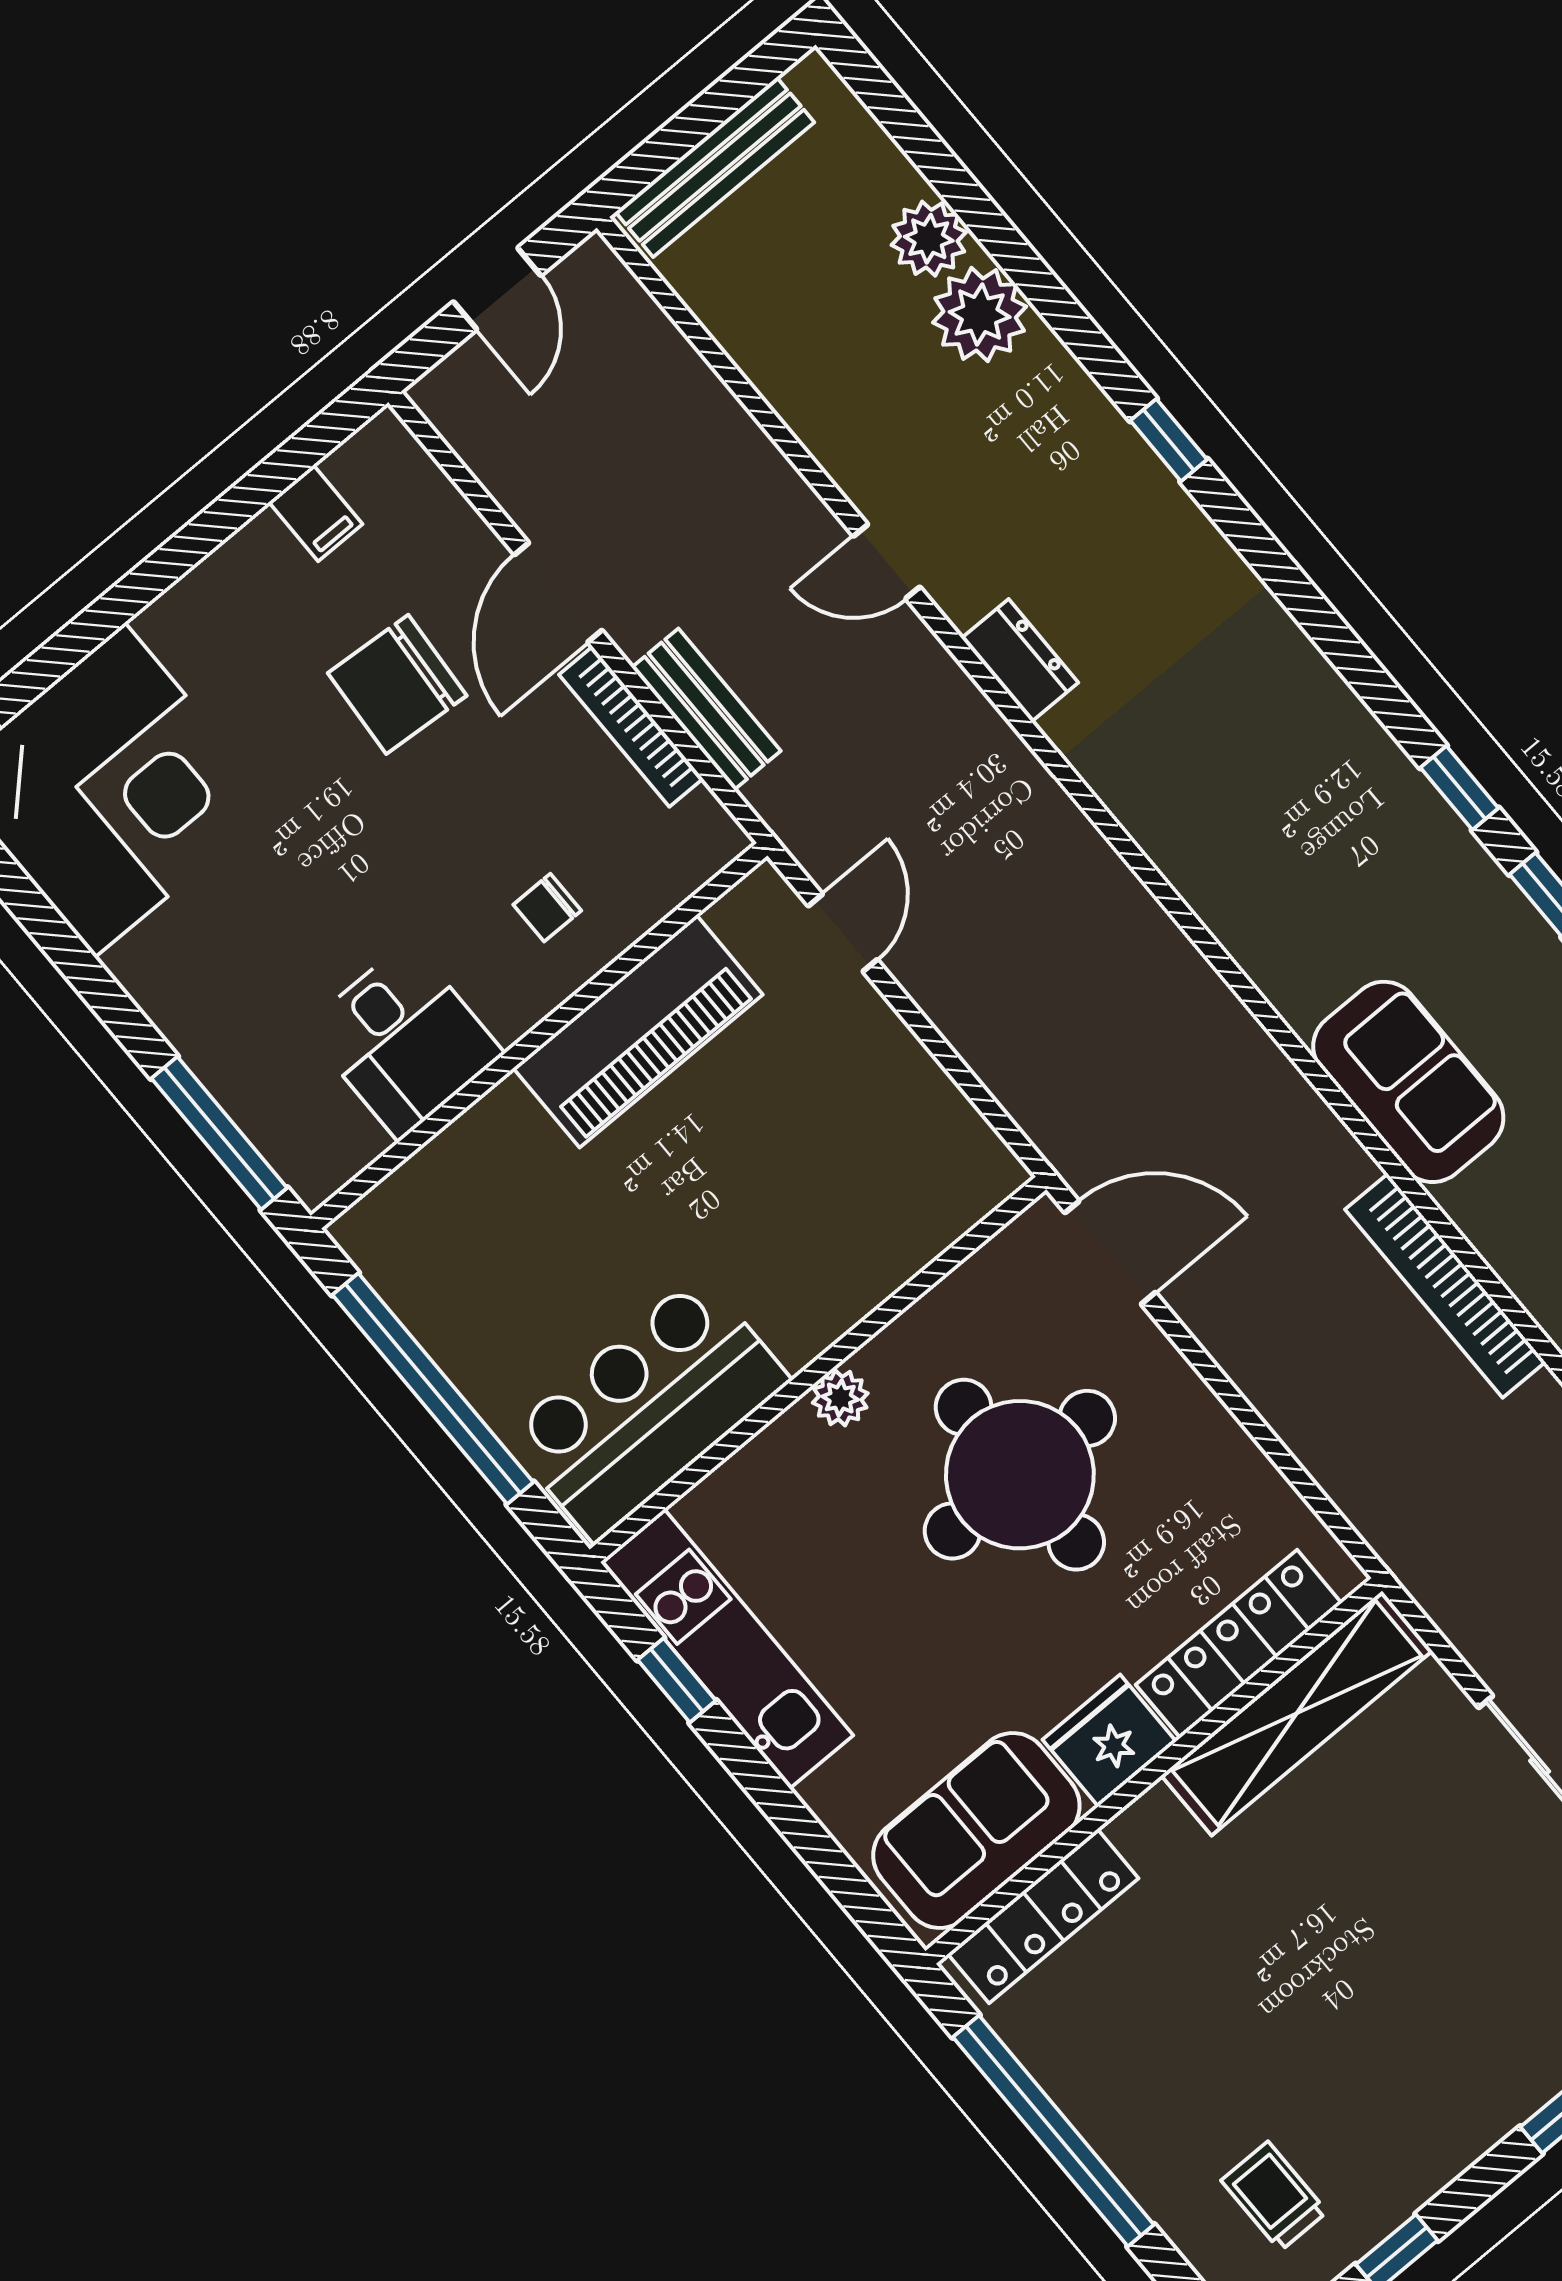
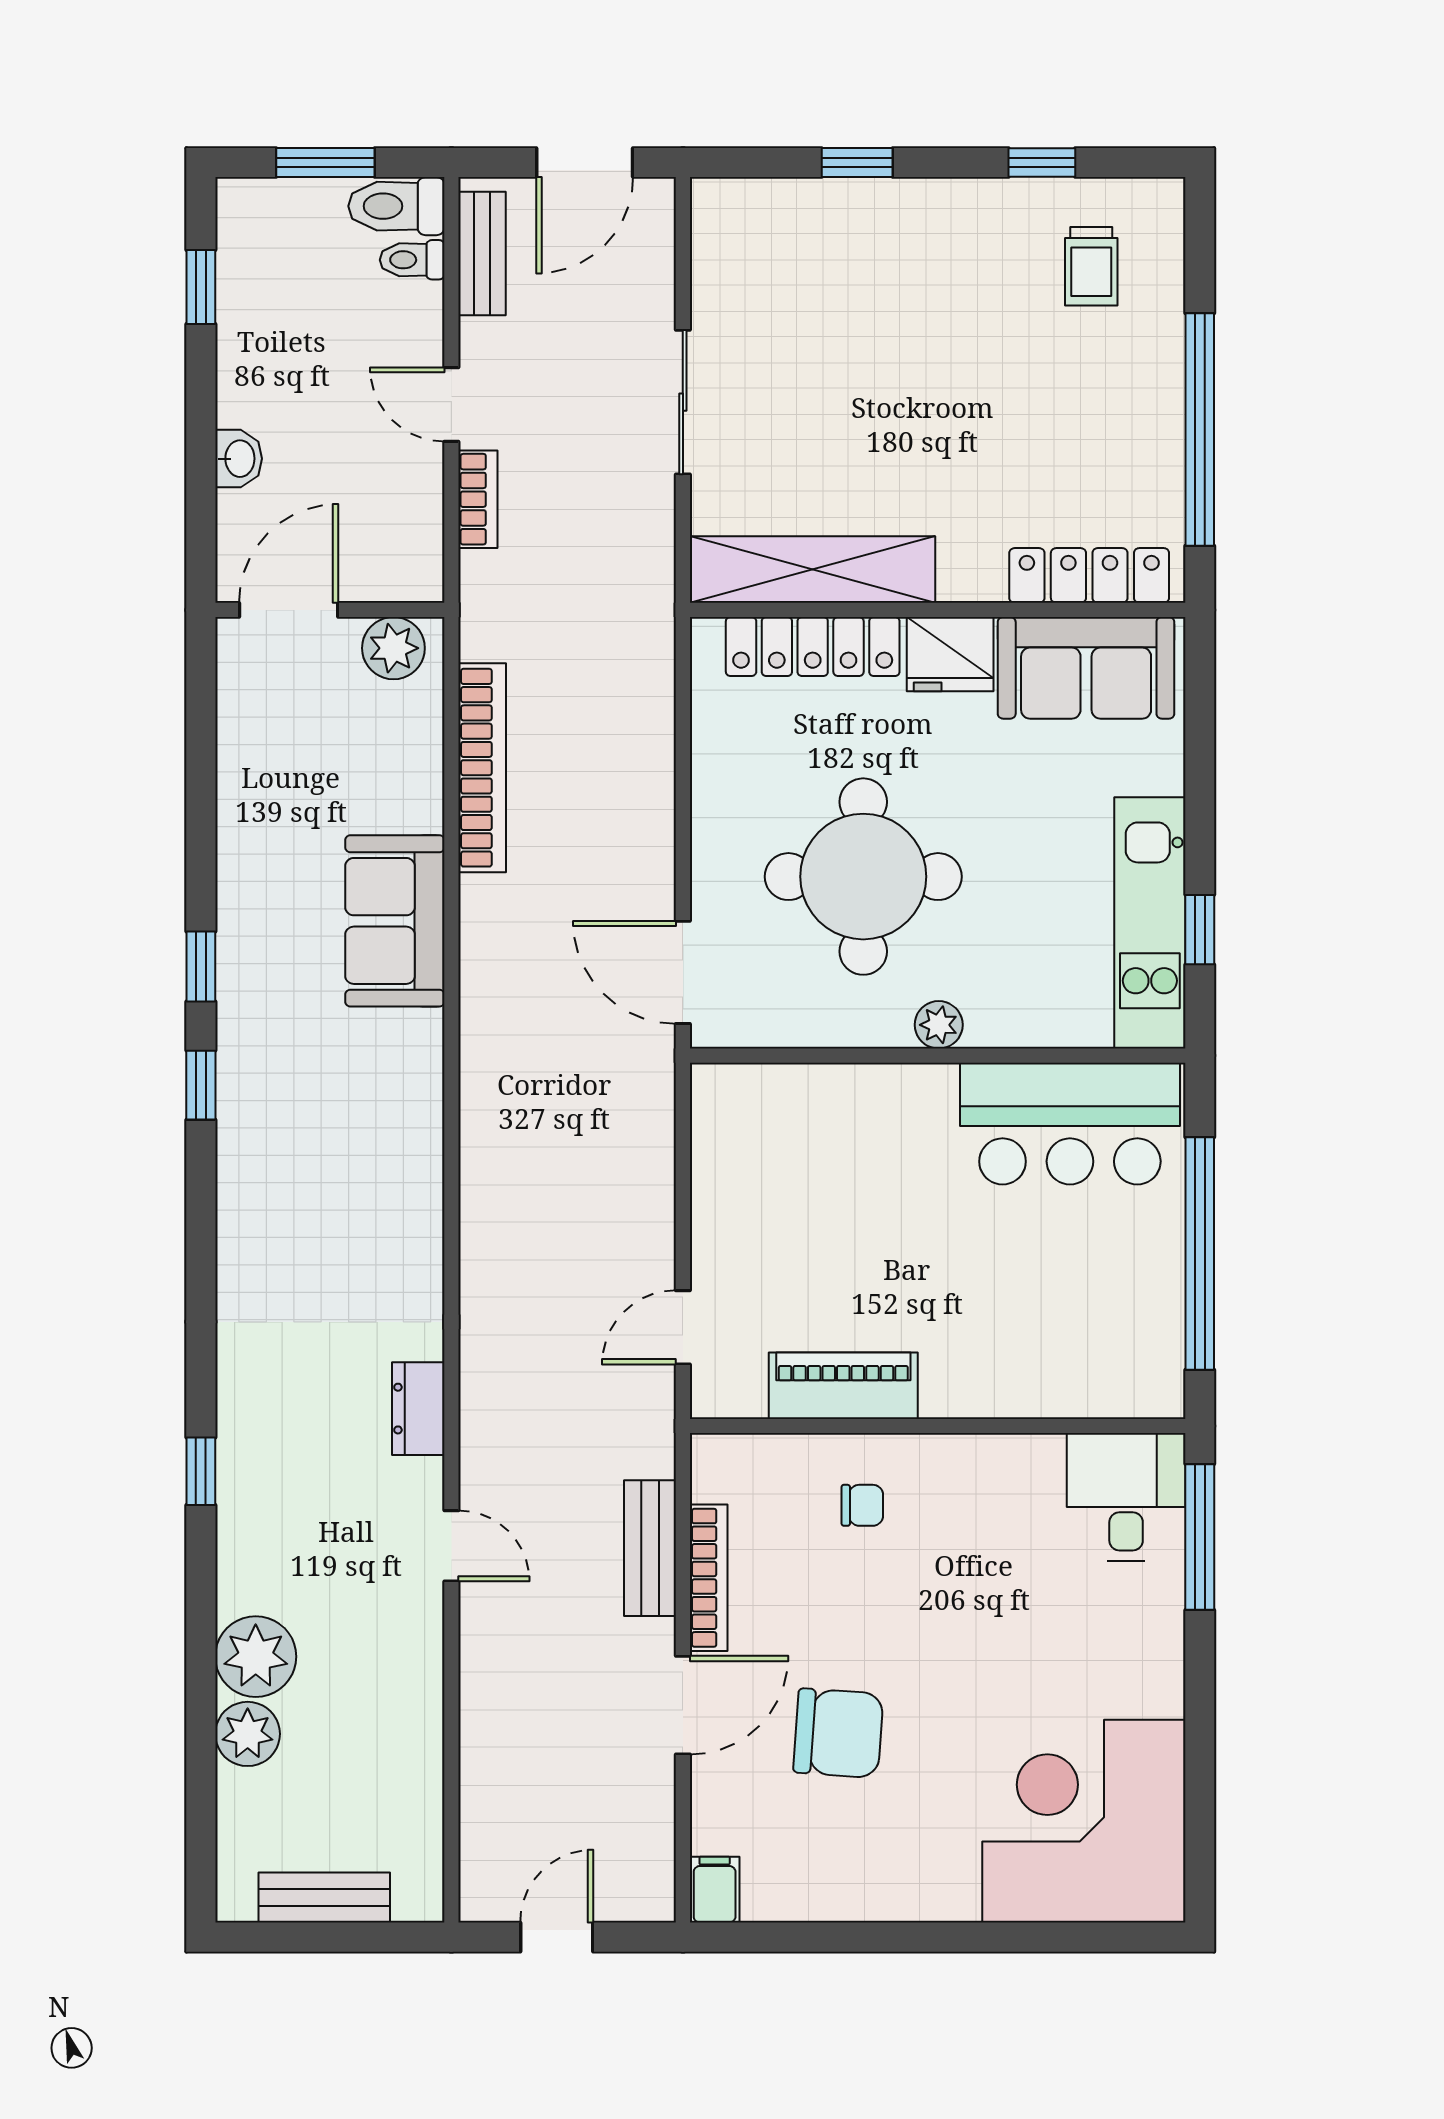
bench: (715, 167) -> (324, 1898), width x0.73
filing cabinet: (316, 513) -> (715, 1890), moved
piano: (638, 1031) -> (843, 1386), width x0.73, depth x0.75
desk: (404, 1040) -> (1126, 1497), moved

